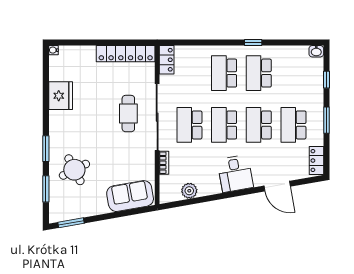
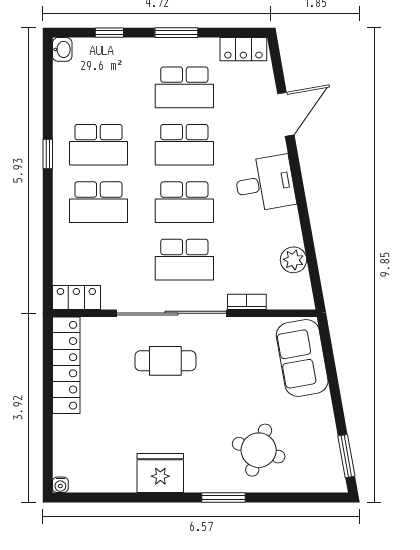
fridge: (61, 96) -> (160, 473), moved
round table: (74, 170) -> (259, 450), turned 45
window: (46, 189) -> (290, 497), removed

